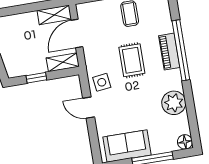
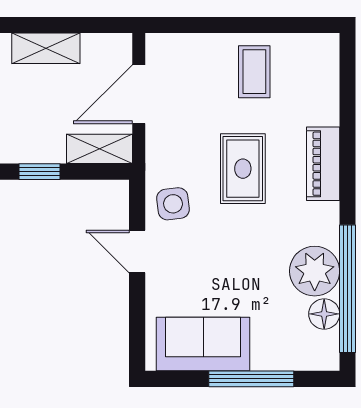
shelving: (54, 15) -> (46, 48), moved
window: (181, 50) -> (348, 289), moved
floor lamp: (185, 142) -> (324, 314), moved

